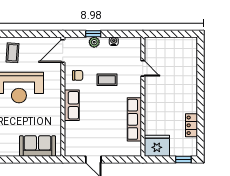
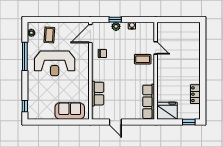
coffee table: (107, 80) -> (143, 59), moved
row of seats: (72, 105) -> (98, 94), moved
row of seats: (134, 119) -> (149, 102), moved

